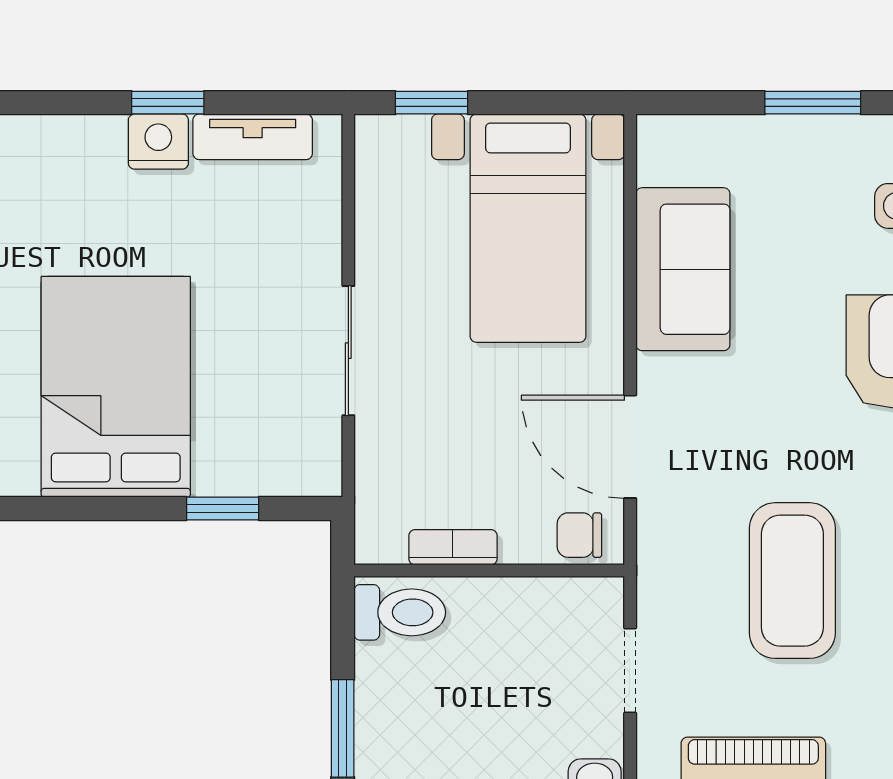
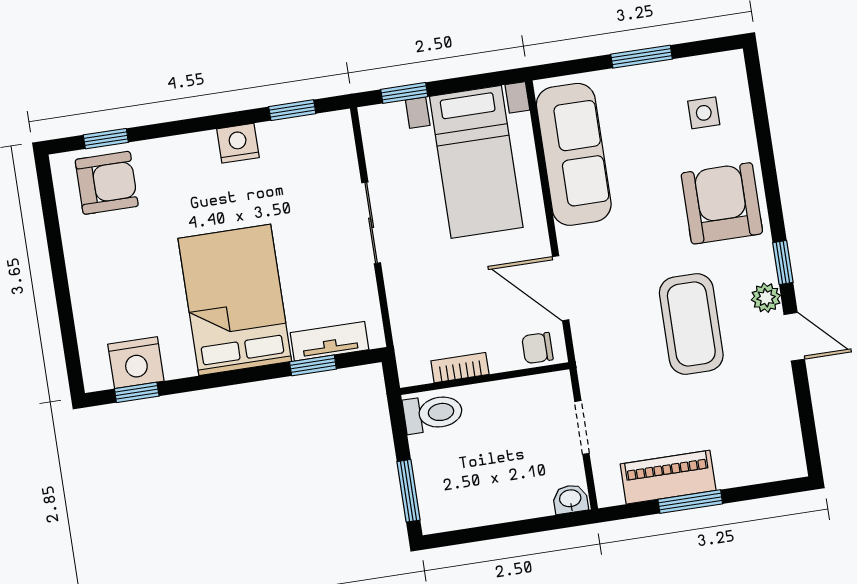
window: (168, 103) -> (292, 110), moved
tv unit: (253, 137) -> (329, 341), moved, turned 180
sofa: (683, 269) -> (574, 154), width x1.36
sliding door: (348, 351) -> (371, 223), moved
coffee table: (792, 581) -> (691, 324), moved

